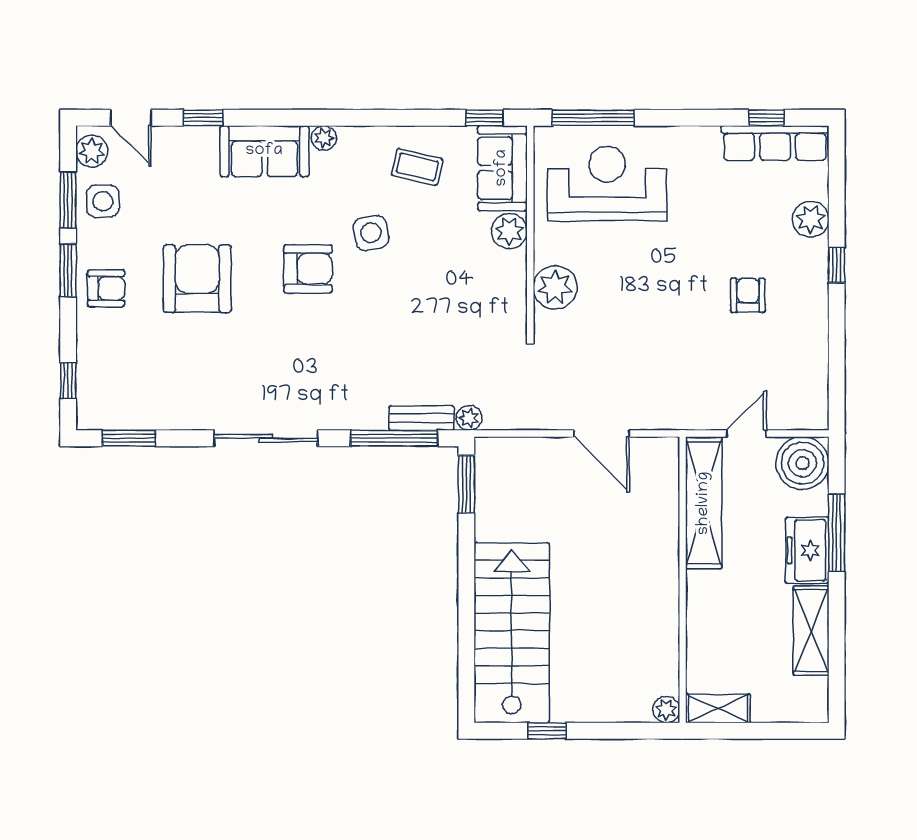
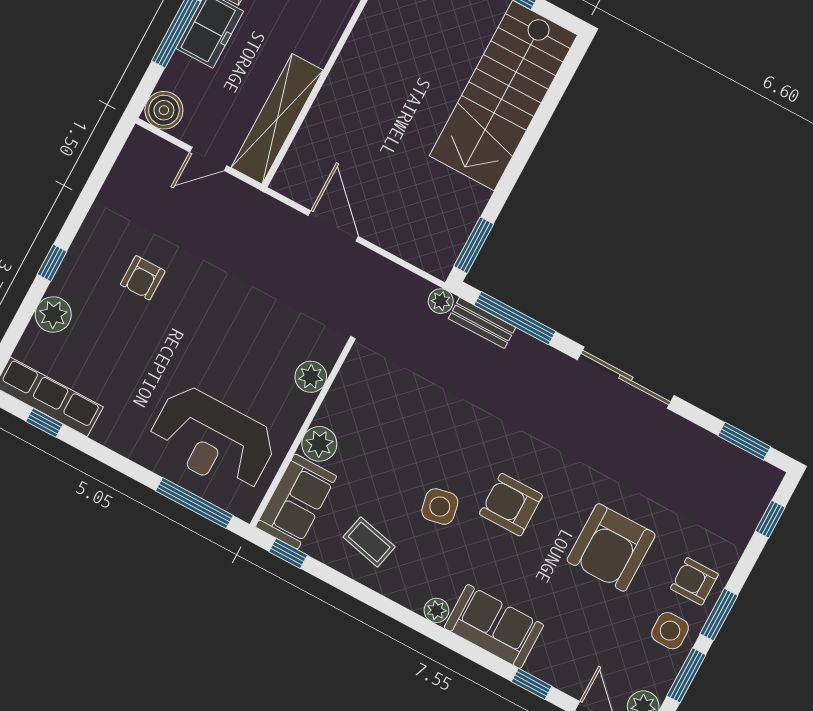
side table: (103, 201) -> (670, 631), moved
plant: (555, 287) -> (311, 377), width x0.73, depth x0.73
boiler: (802, 463) -> (164, 110), width x0.73, depth x0.73

